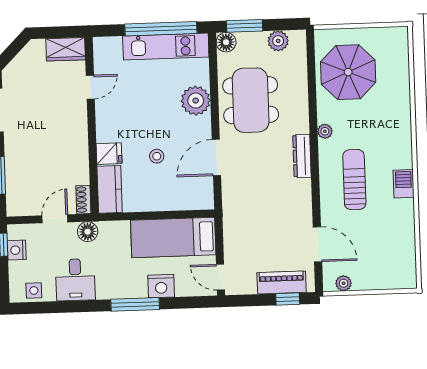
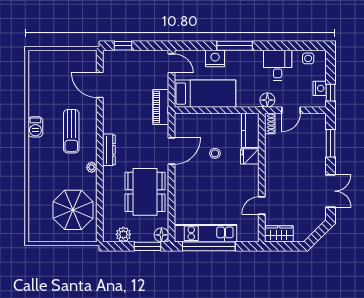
plant: (196, 101) -> (185, 193), removed
piano: (282, 283) -> (161, 107), moved, turned 90
plant: (344, 283) -> (82, 56), removed

